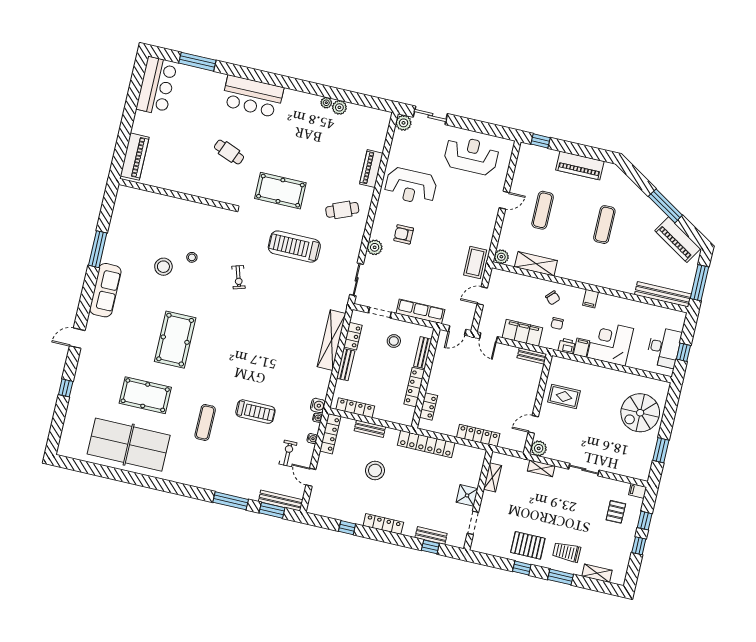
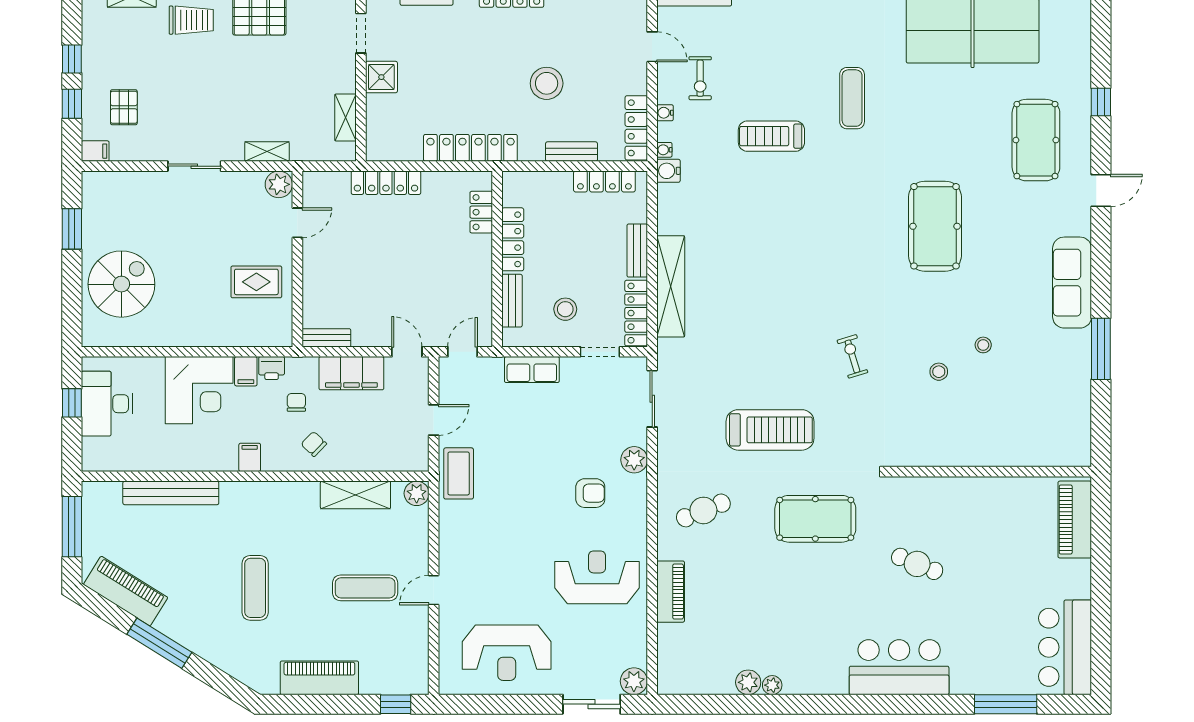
exercise mat: (543, 210) -> (365, 588), turned 90
stool: (163, 267) -> (983, 345), width x0.53, depth x0.53
bench: (663, 294) -> (171, 493), moved
row of seats: (420, 311) -> (532, 370), width x0.68
locker: (353, 336) -> (636, 313), width x1.53
pool table: (145, 395) -> (1036, 140), moved, turned 90

